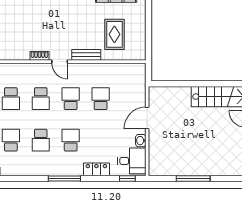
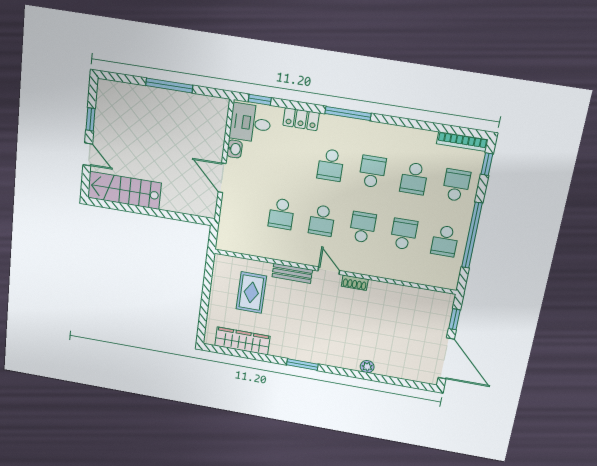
door: (147, 118) -> (222, 178), swing flipped

